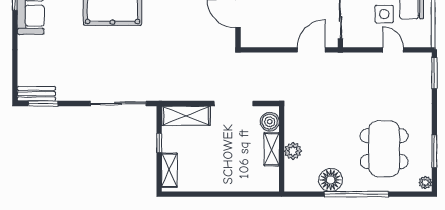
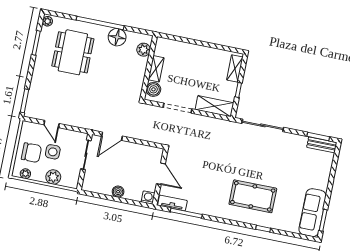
plant: (293, 151) -> (144, 50), moved

